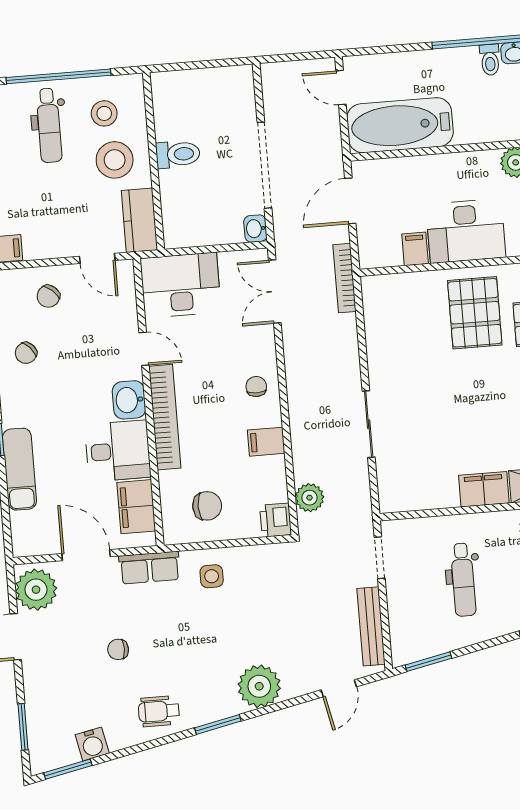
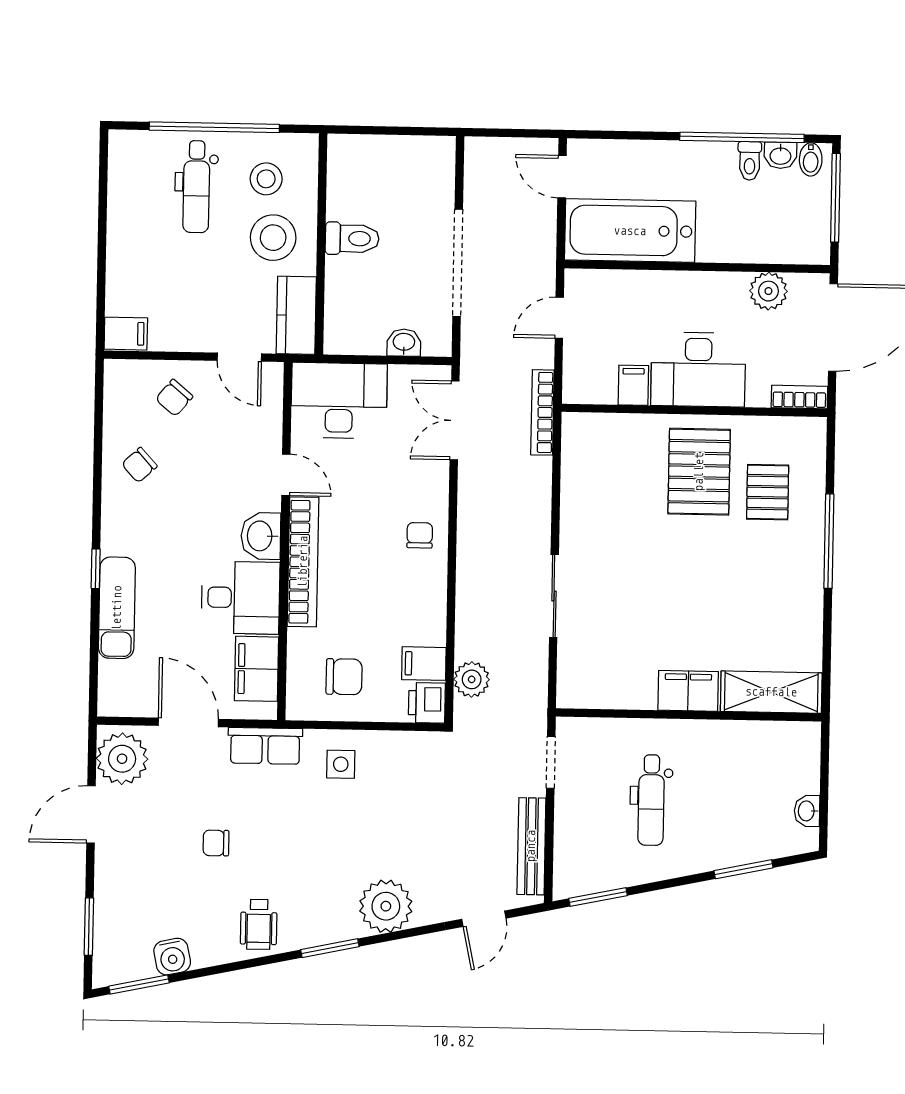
door: (350, 201) -> (559, 318), width x0.73
washbasin: (255, 229) -> (404, 343), moved, turned 90
filing cabinet: (266, 442) -> (424, 664), moved
wheelchair: (159, 711) -> (259, 924), turned -90

